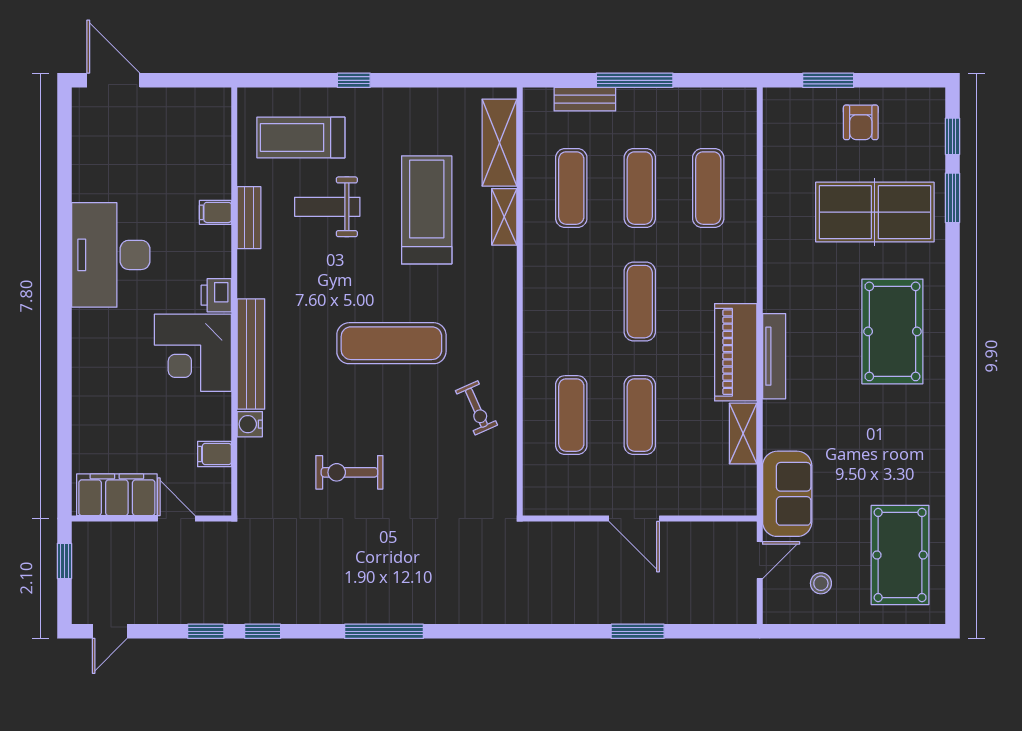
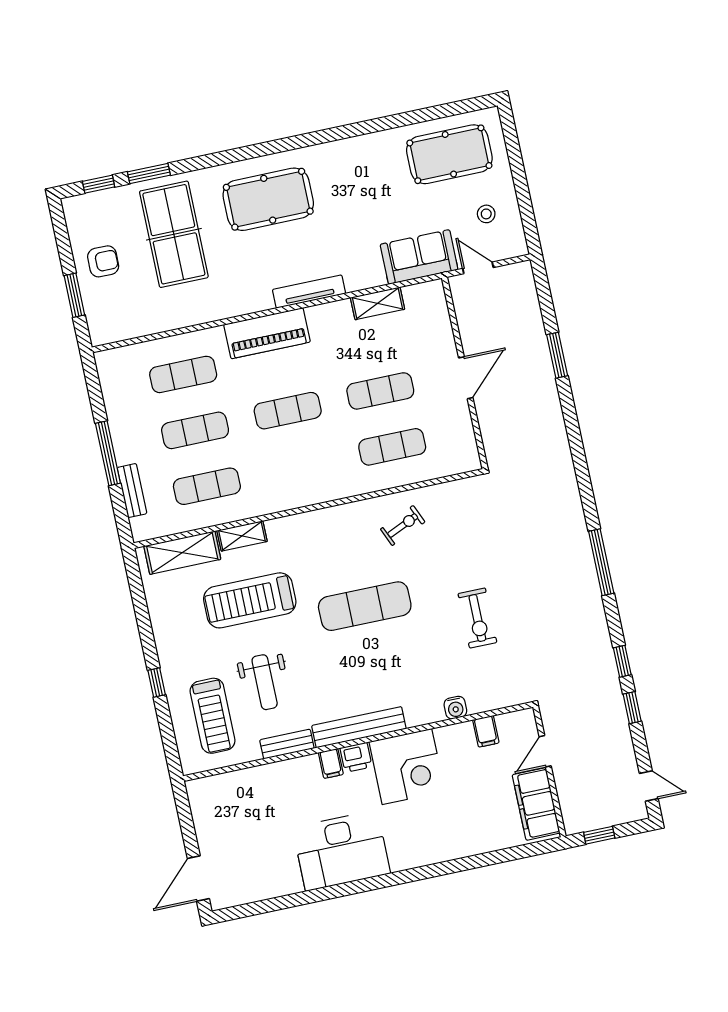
filing cabinet: (215, 212) -> (331, 763), moved
exercise mat: (391, 343) -> (365, 606), turned 90
piano: (736, 352) -> (267, 333), moved
bench: (251, 354) -> (359, 727), moved

